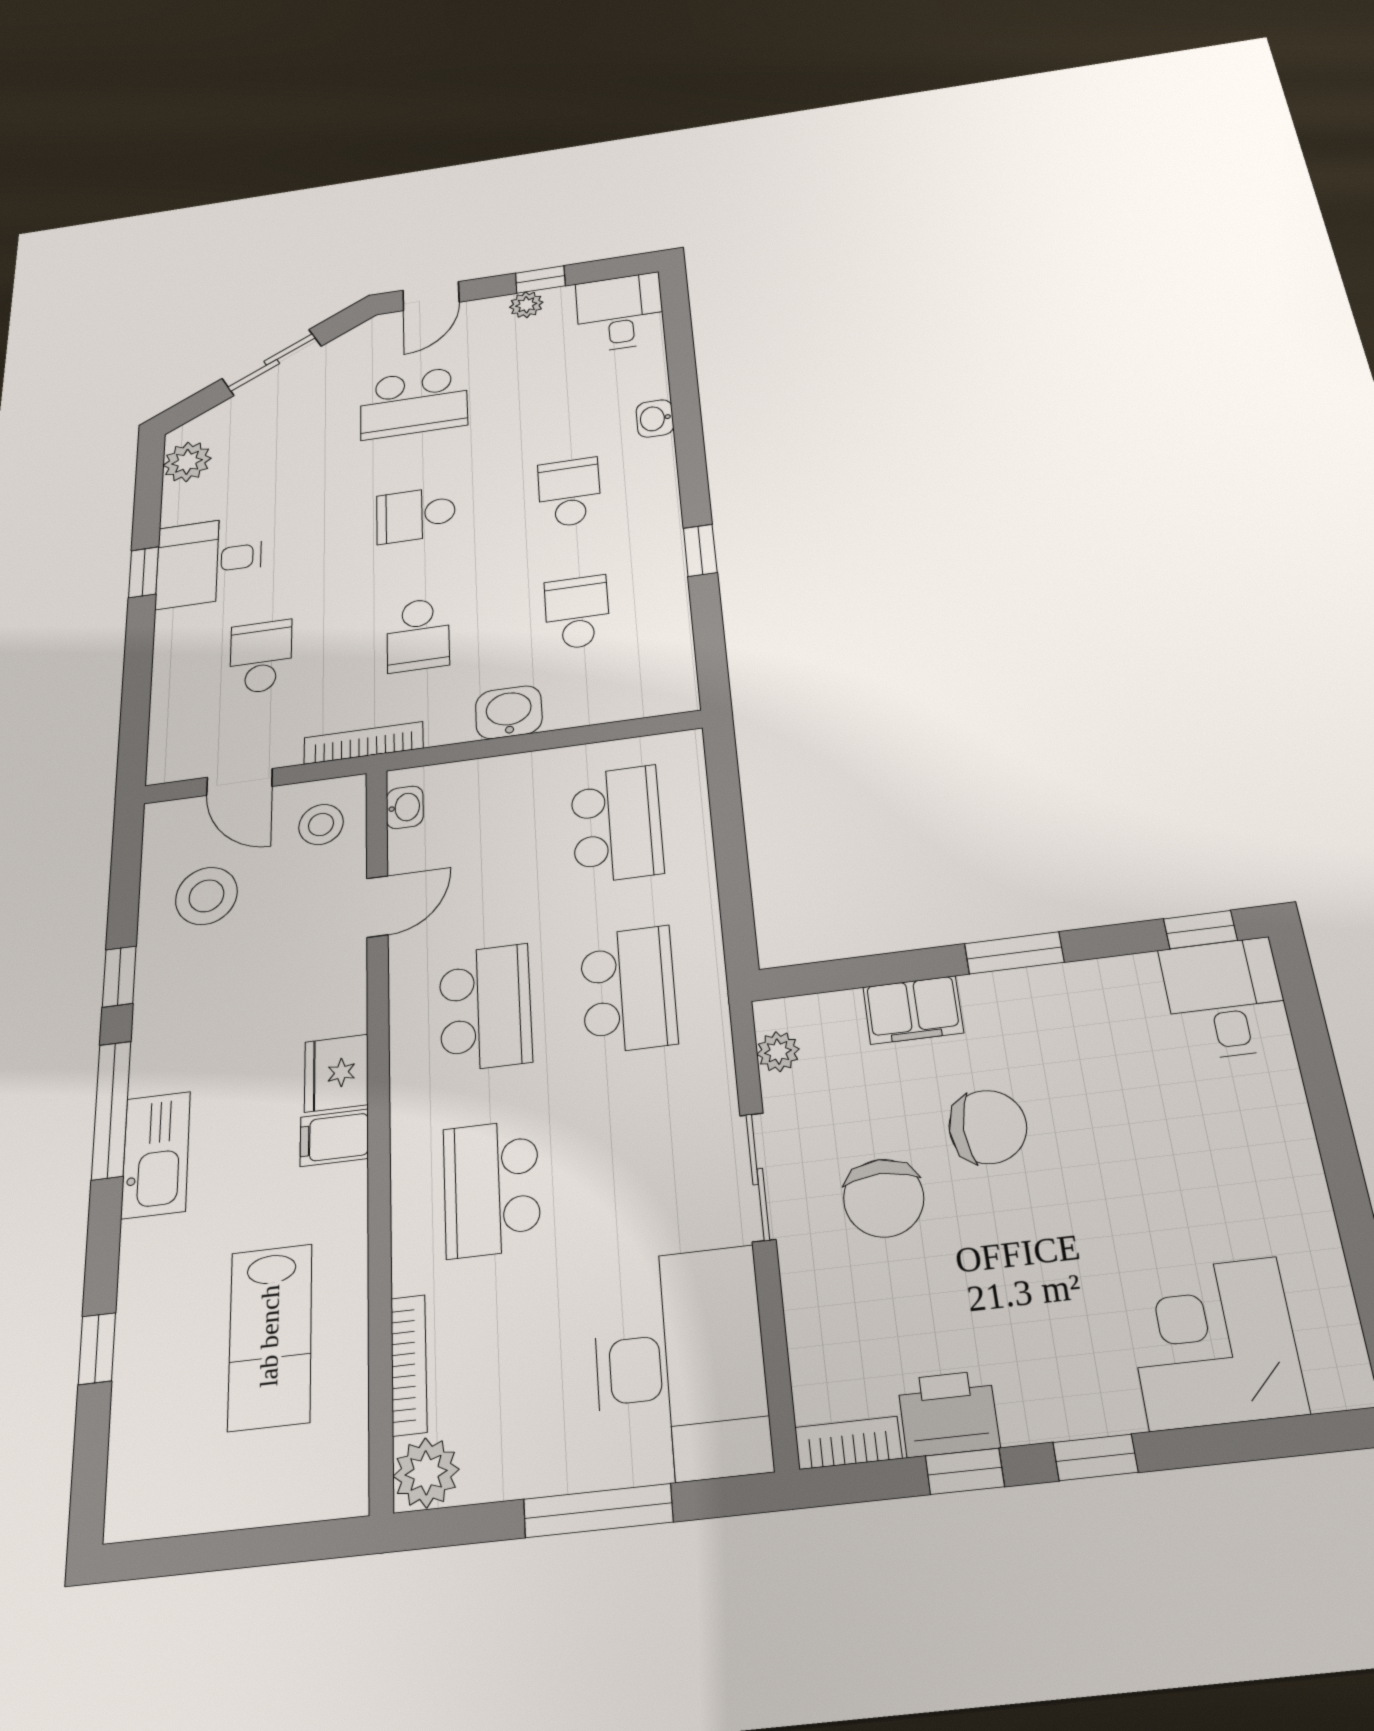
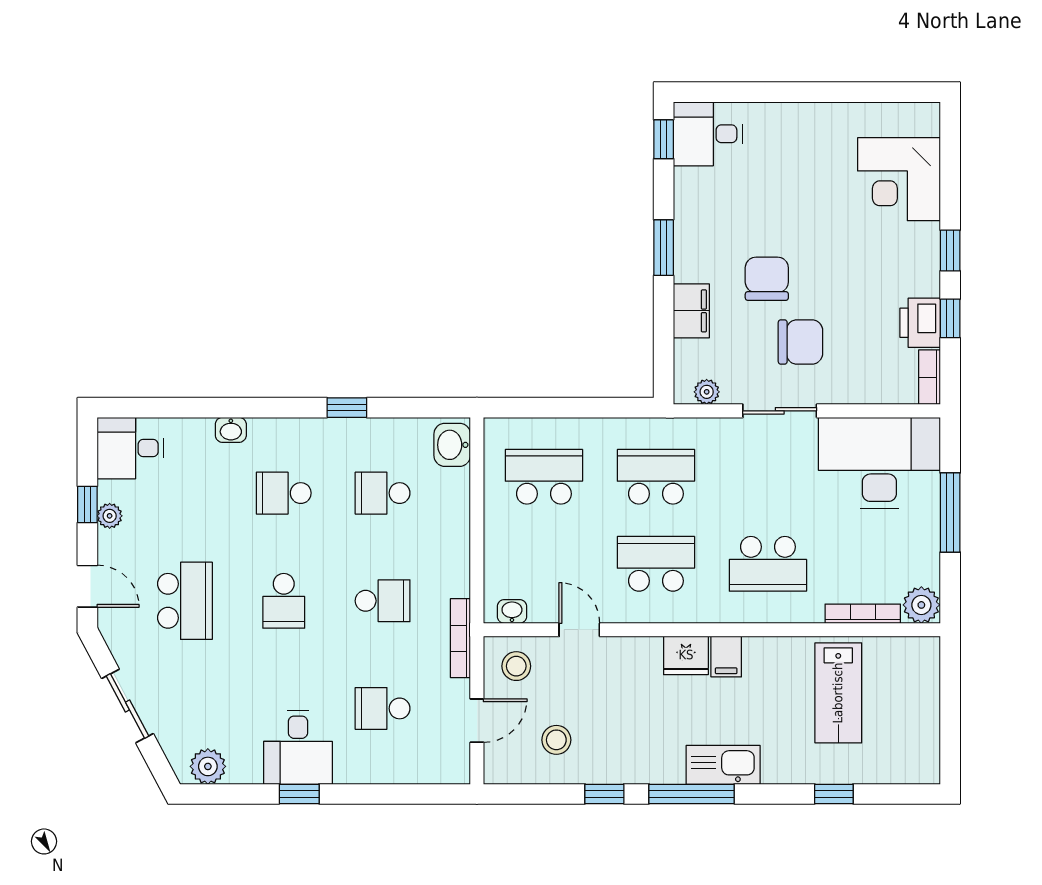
washbasin: (509, 712) -> (452, 445), moved
stool: (206, 896) -> (556, 740), width x0.73, depth x0.73
lab bench: (270, 1336) -> (838, 693), turned 90

